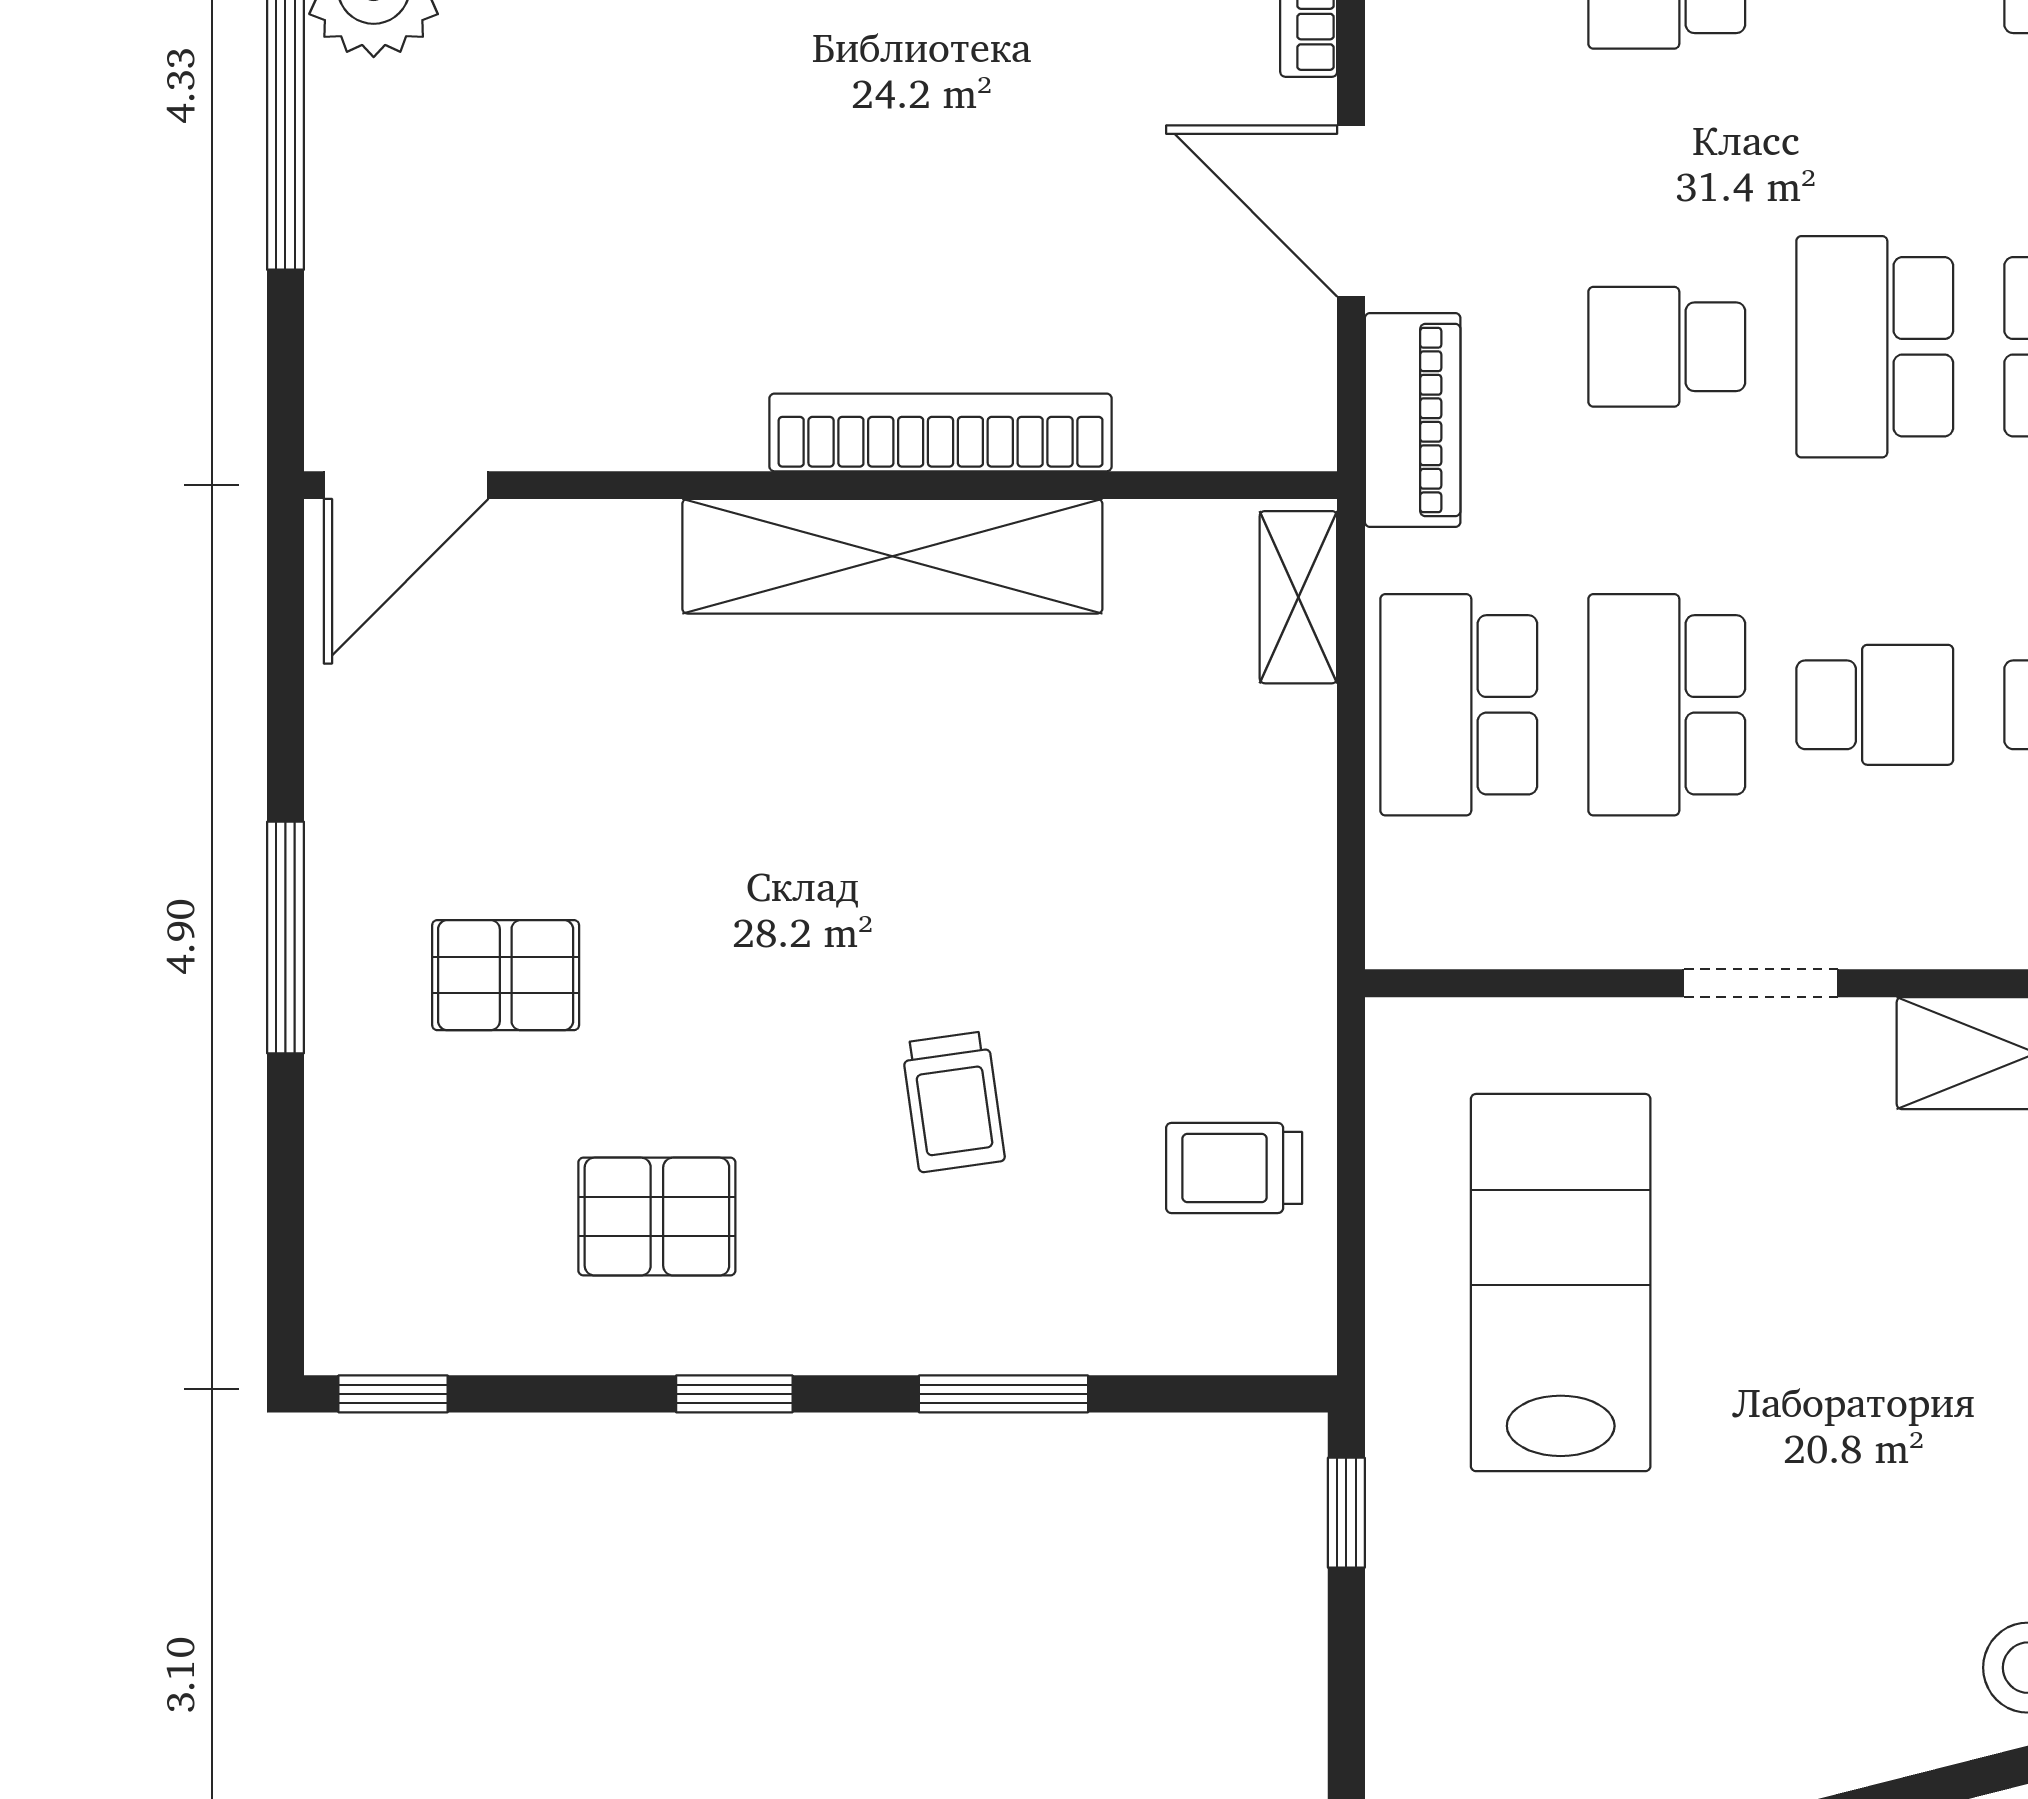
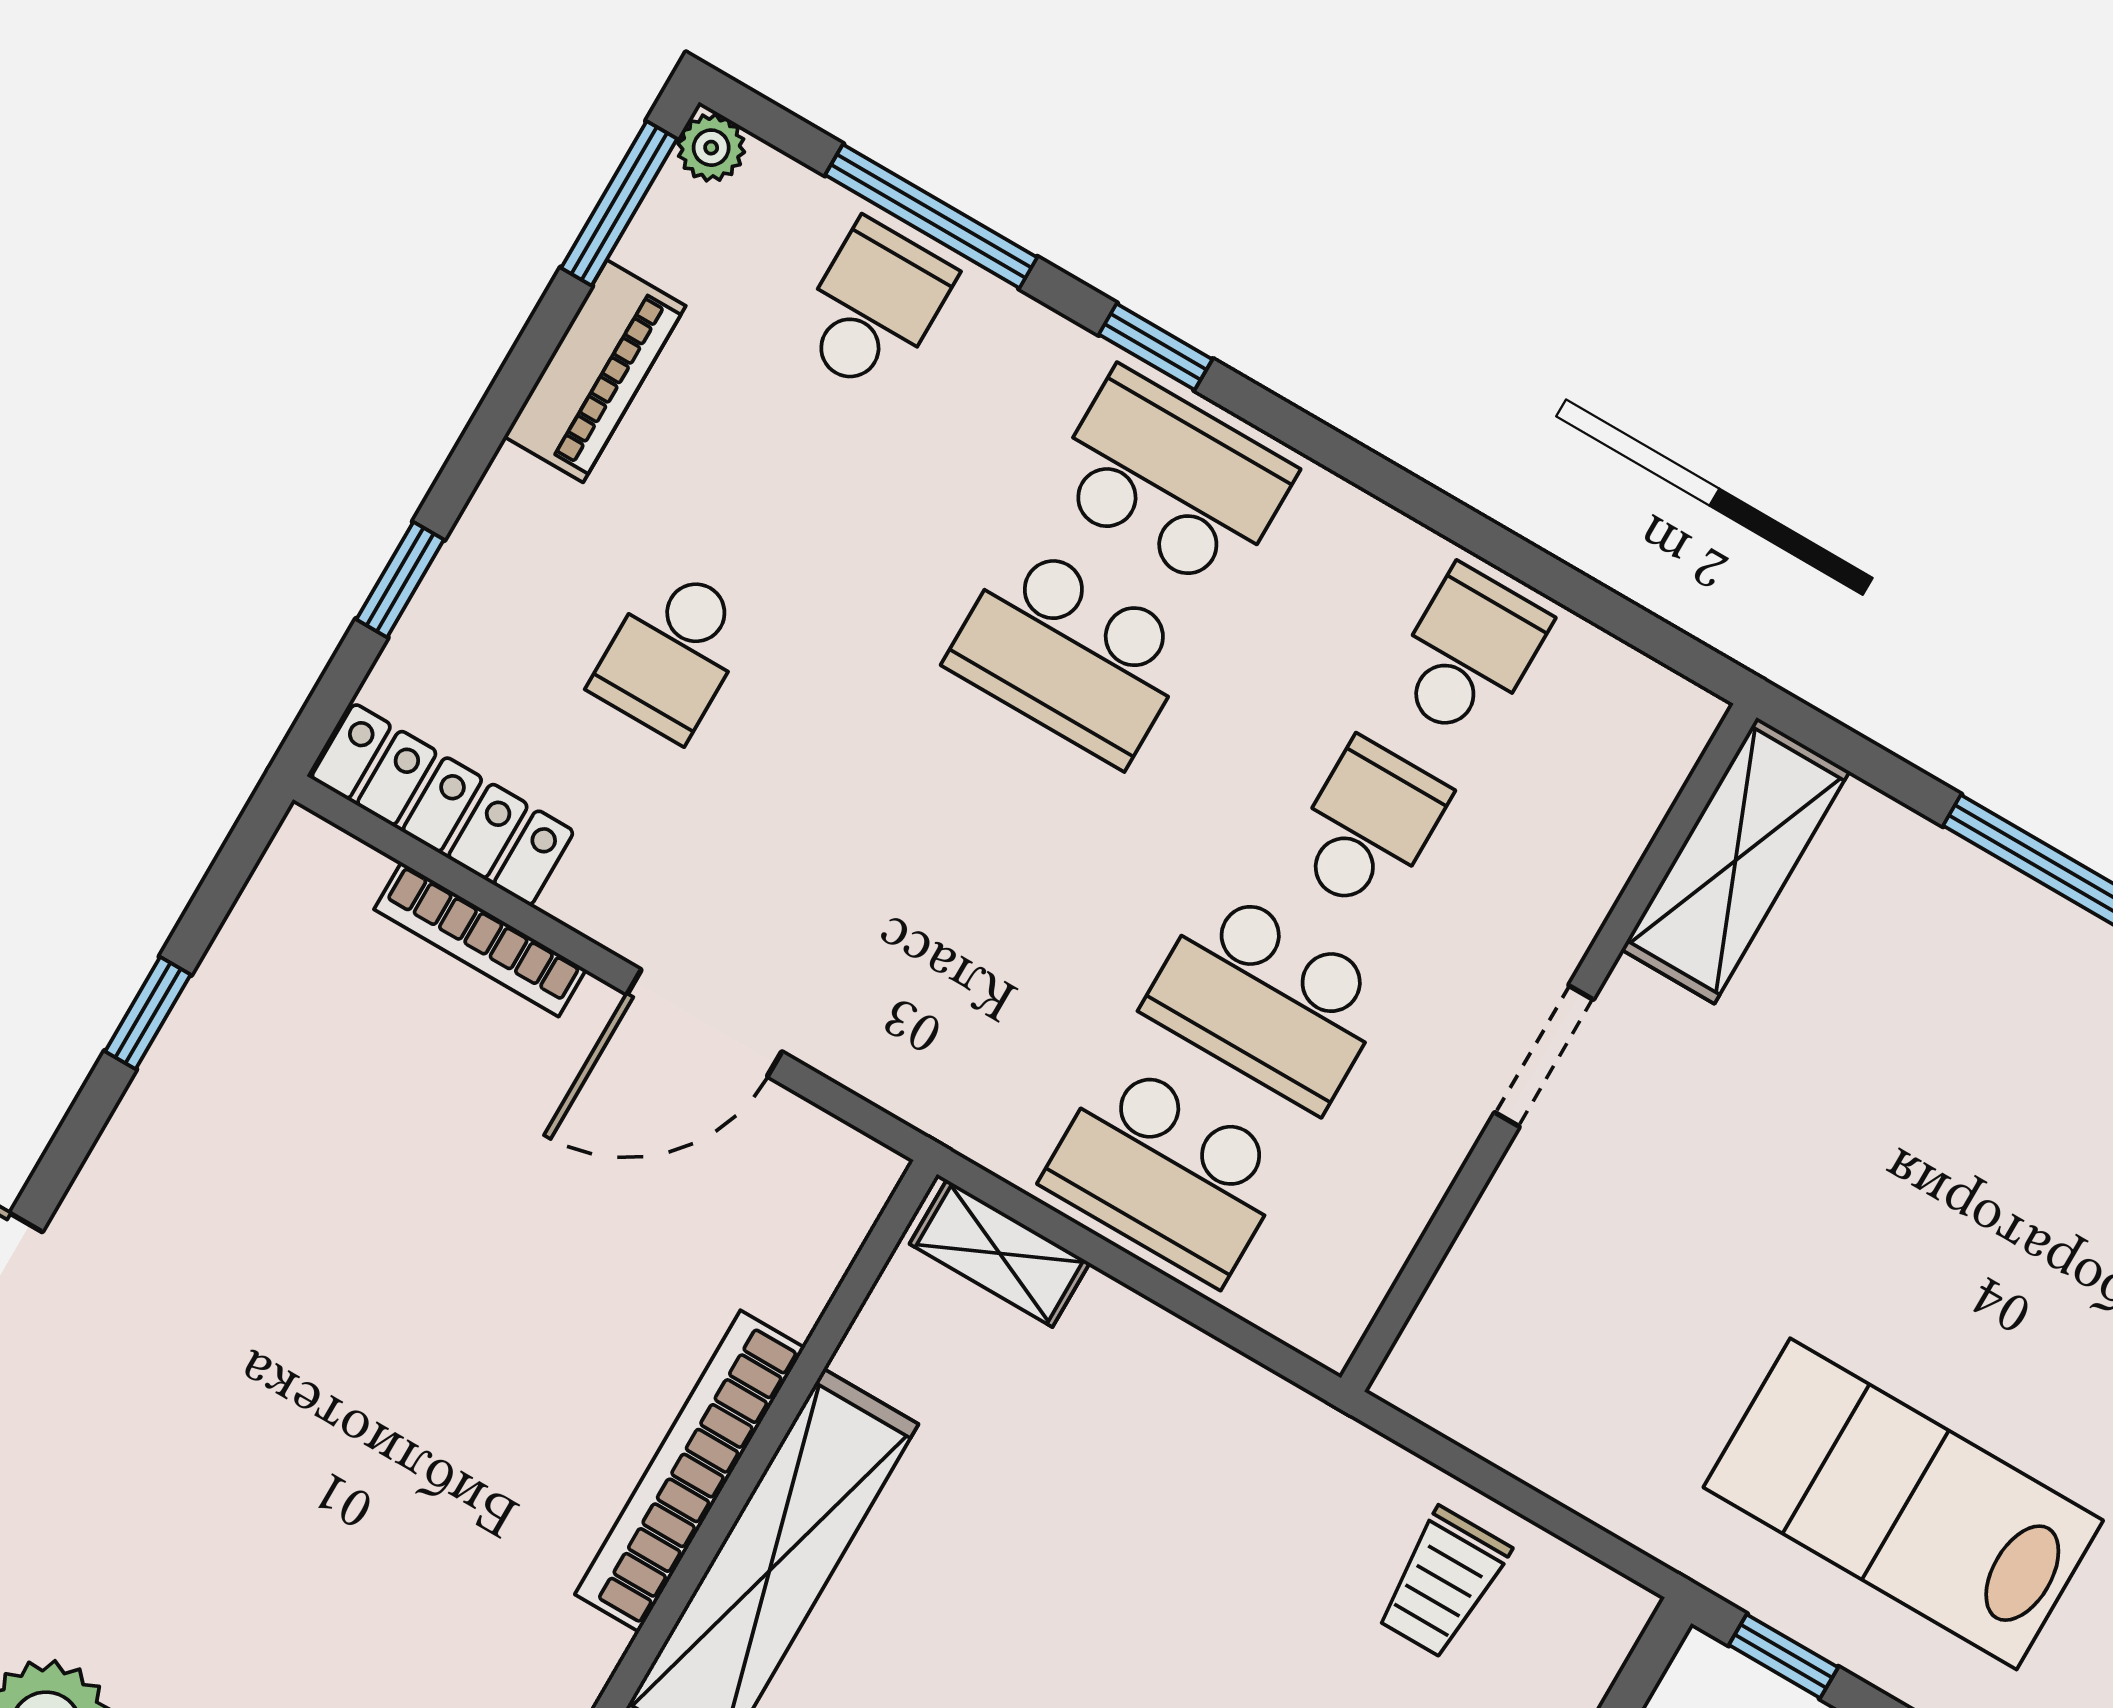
school desk: (1667, 347) -> (970, 826), removed
piano: (1413, 420) -> (908, 1073), removed
lab bench: (1561, 1283) -> (1903, 1504), moved

